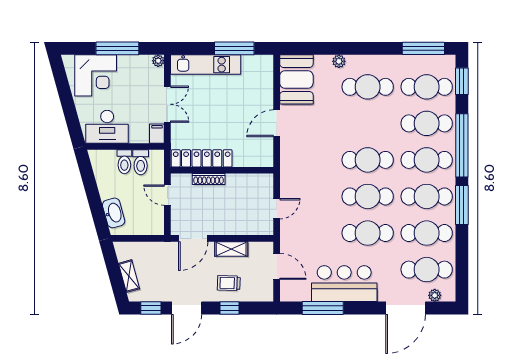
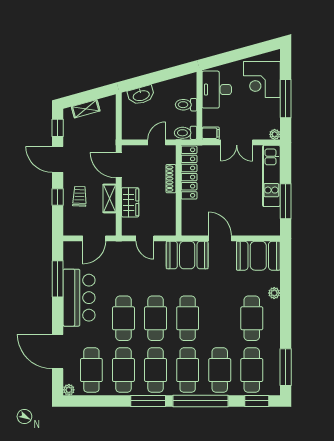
booth: (296, 160) -> (187, 255), added
toilet: (141, 162) -> (186, 133), moved
wardrobe: (236, 225) -> (130, 202), added
plant: (435, 295) -> (69, 390), moved

